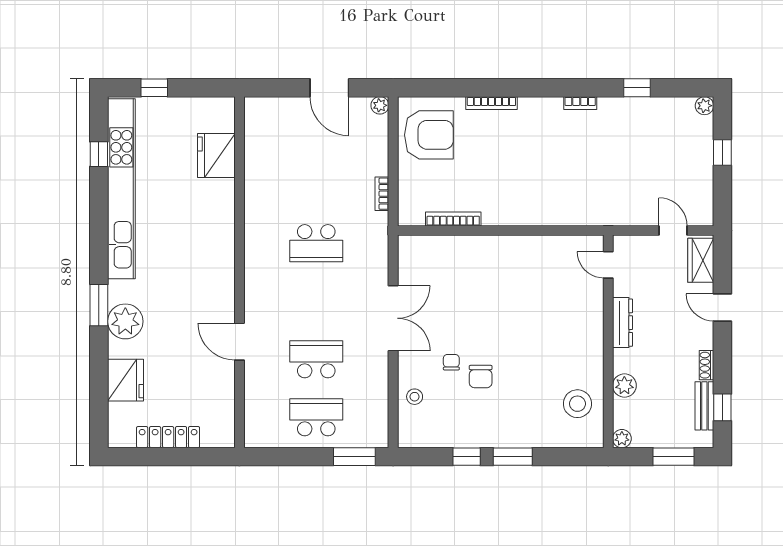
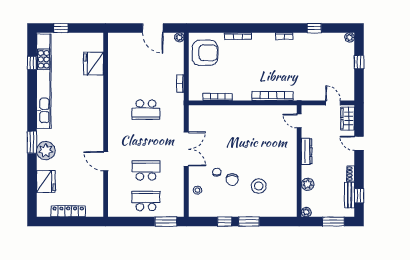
bookcase: (558, 217) -> (273, 96), added
stool: (577, 404) -> (259, 186), moved

